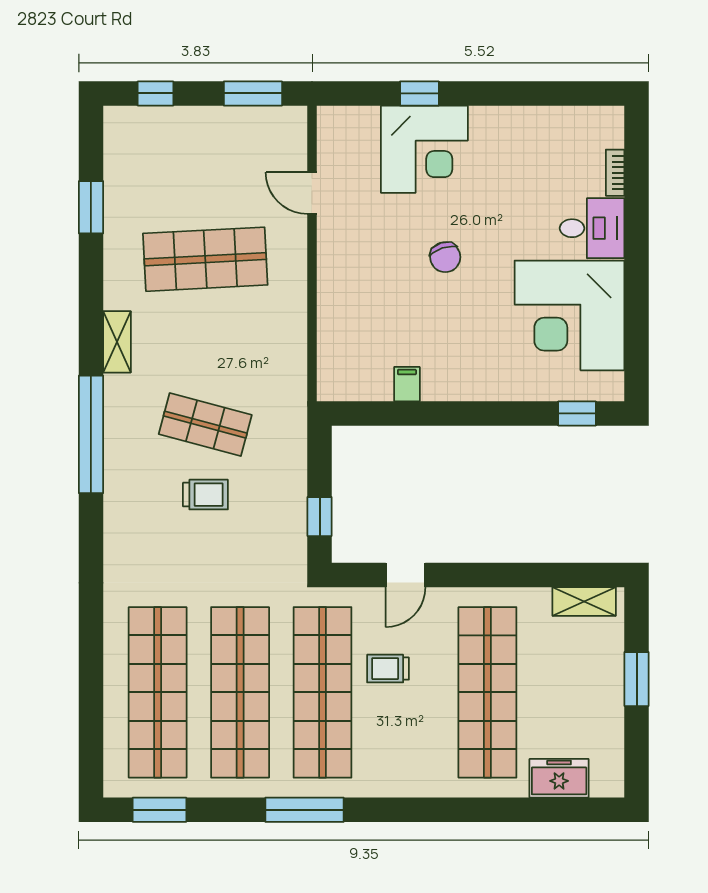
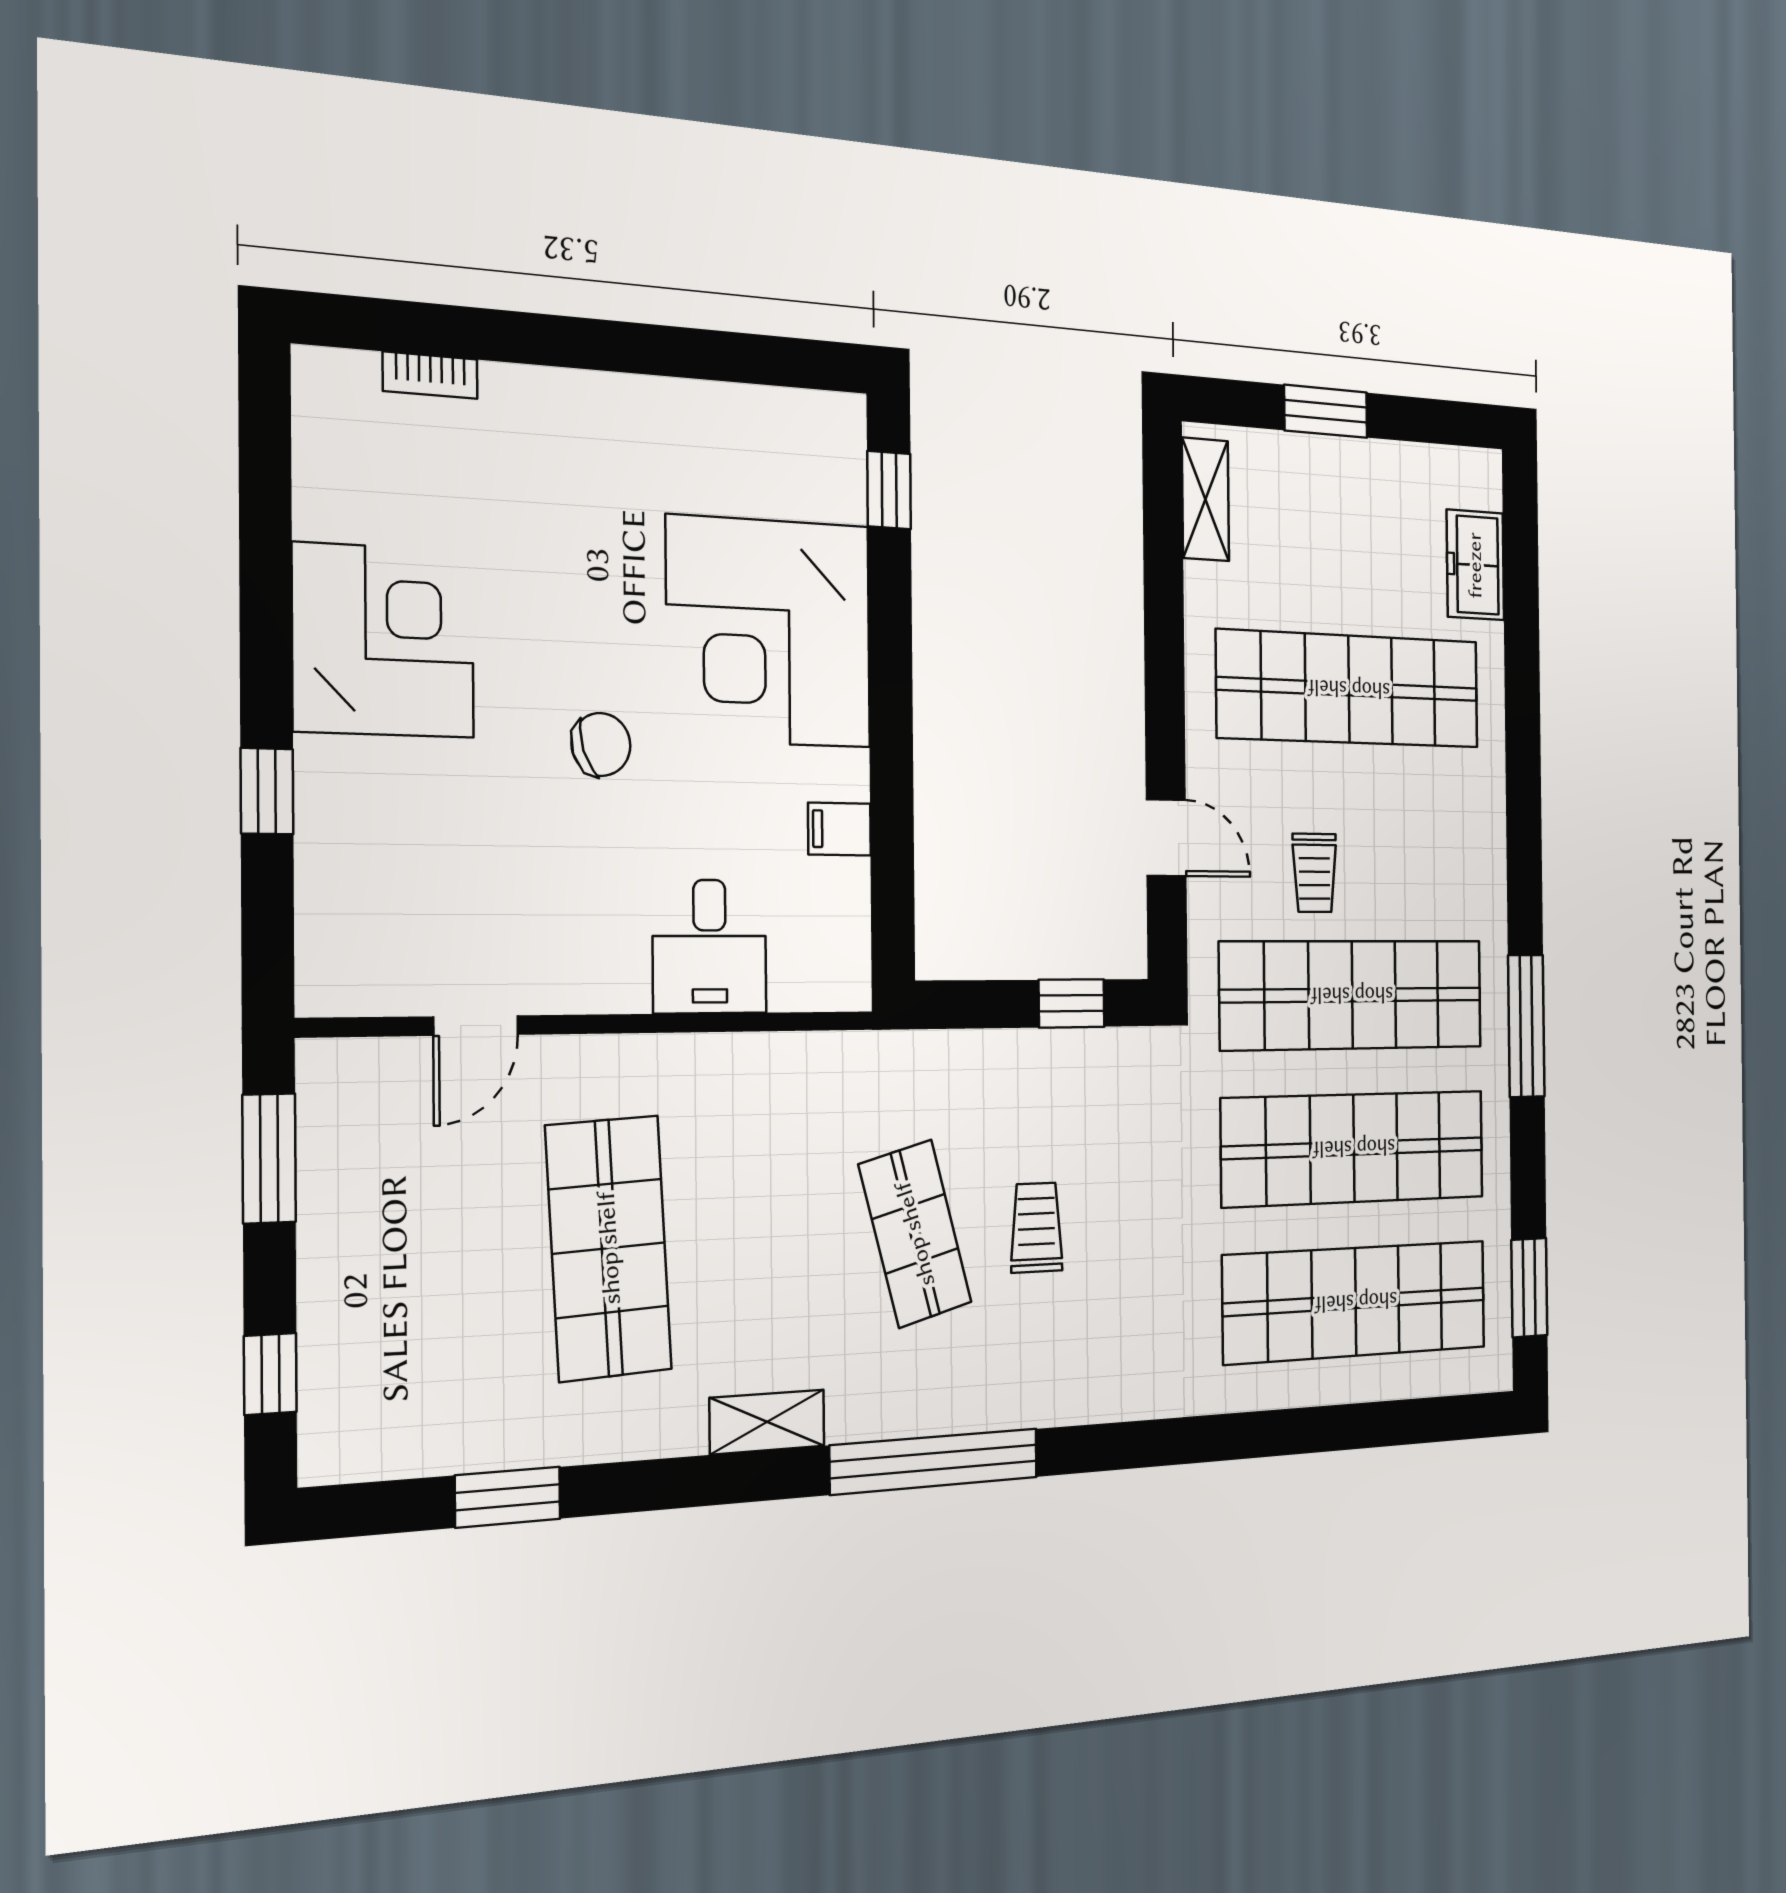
corner desk: (424, 149) -> (384, 641), moved
desk: (592, 228) -> (710, 947), moved, turned 180
corner desk: (569, 315) -> (769, 632), moved, turned 90
shop shelf: (205, 425) -> (915, 1234), turned -30

